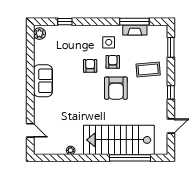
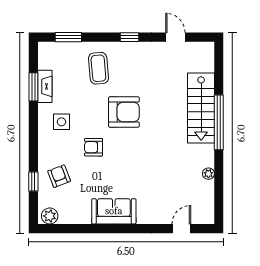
window: (134, 22) -> (33, 87), width x0.69
armchair: (113, 62) -> (59, 176), moved, turned 69
stairs: (119, 140) -> (201, 108), width x0.73, depth x0.66
window: (130, 158) -> (219, 122), moved

